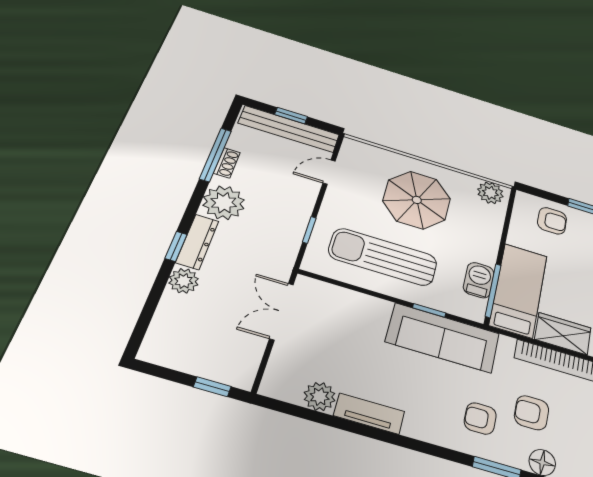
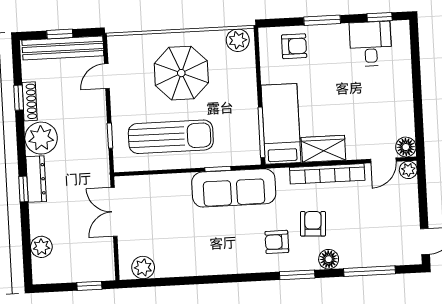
window: (215, 155) -> (19, 98), width x0.46
shoe rack: (227, 163) -> (30, 101), width x1.43
sun lounger: (383, 257) -> (171, 137), turned 180
barbecue: (479, 280) -> (248, 128), removed
plant: (184, 281) -> (41, 247), moved
plant: (320, 396) -> (143, 268), moved
armchair: (532, 413) -> (313, 224), turned 93
tv unit: (369, 414) -> (199, 267), removed

